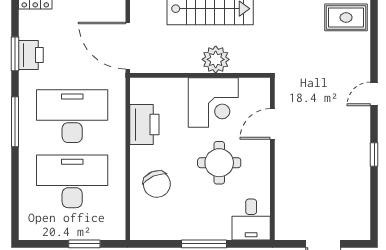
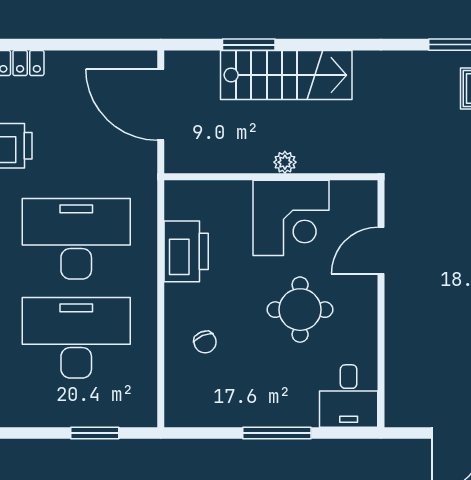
door: (128, 46) -> (161, 105), moved
plant: (216, 59) -> (285, 162), width x0.53, depth x0.53
chair: (157, 184) -> (205, 342), width x0.54, depth x0.54

